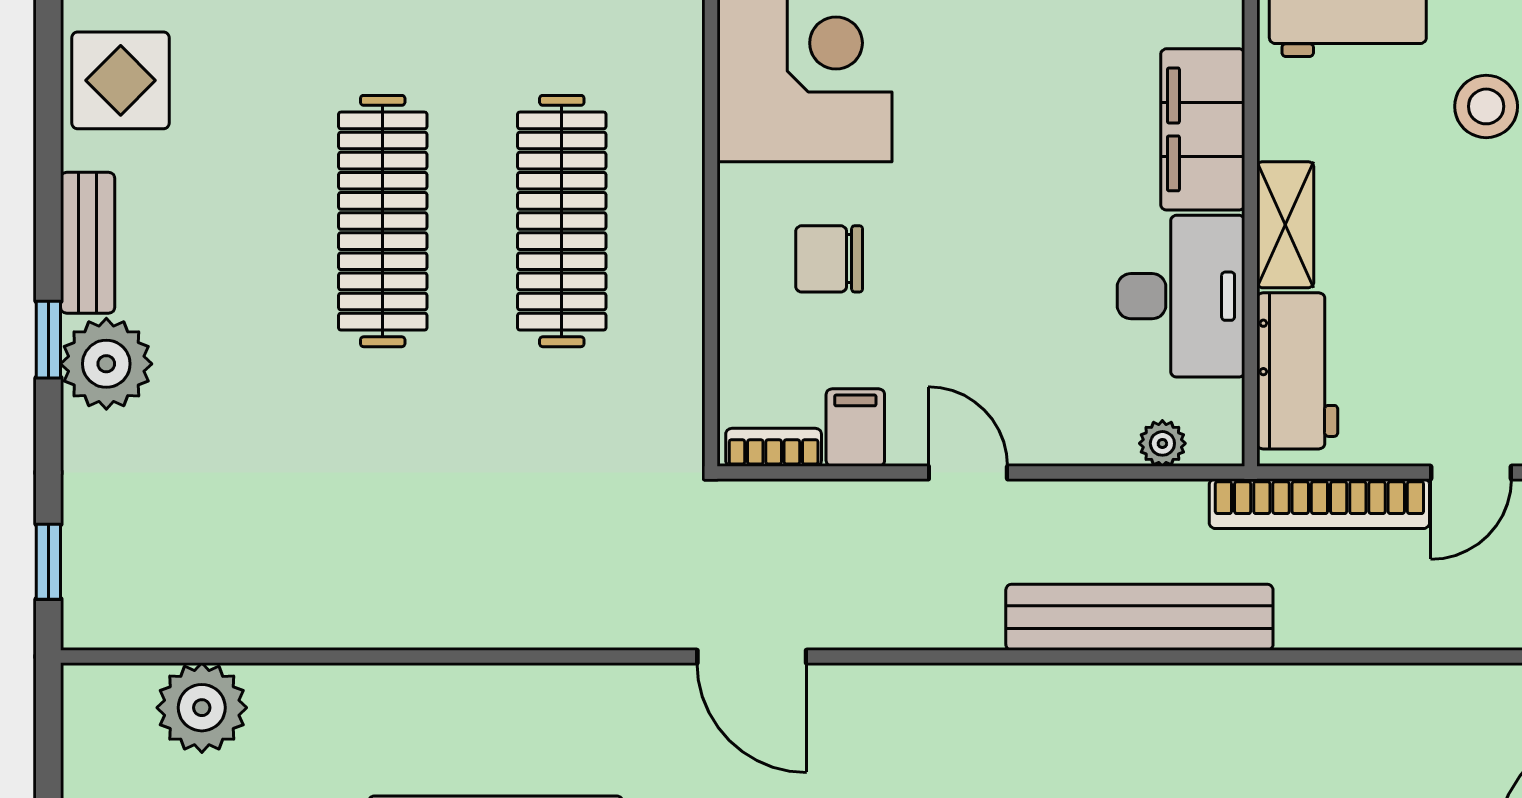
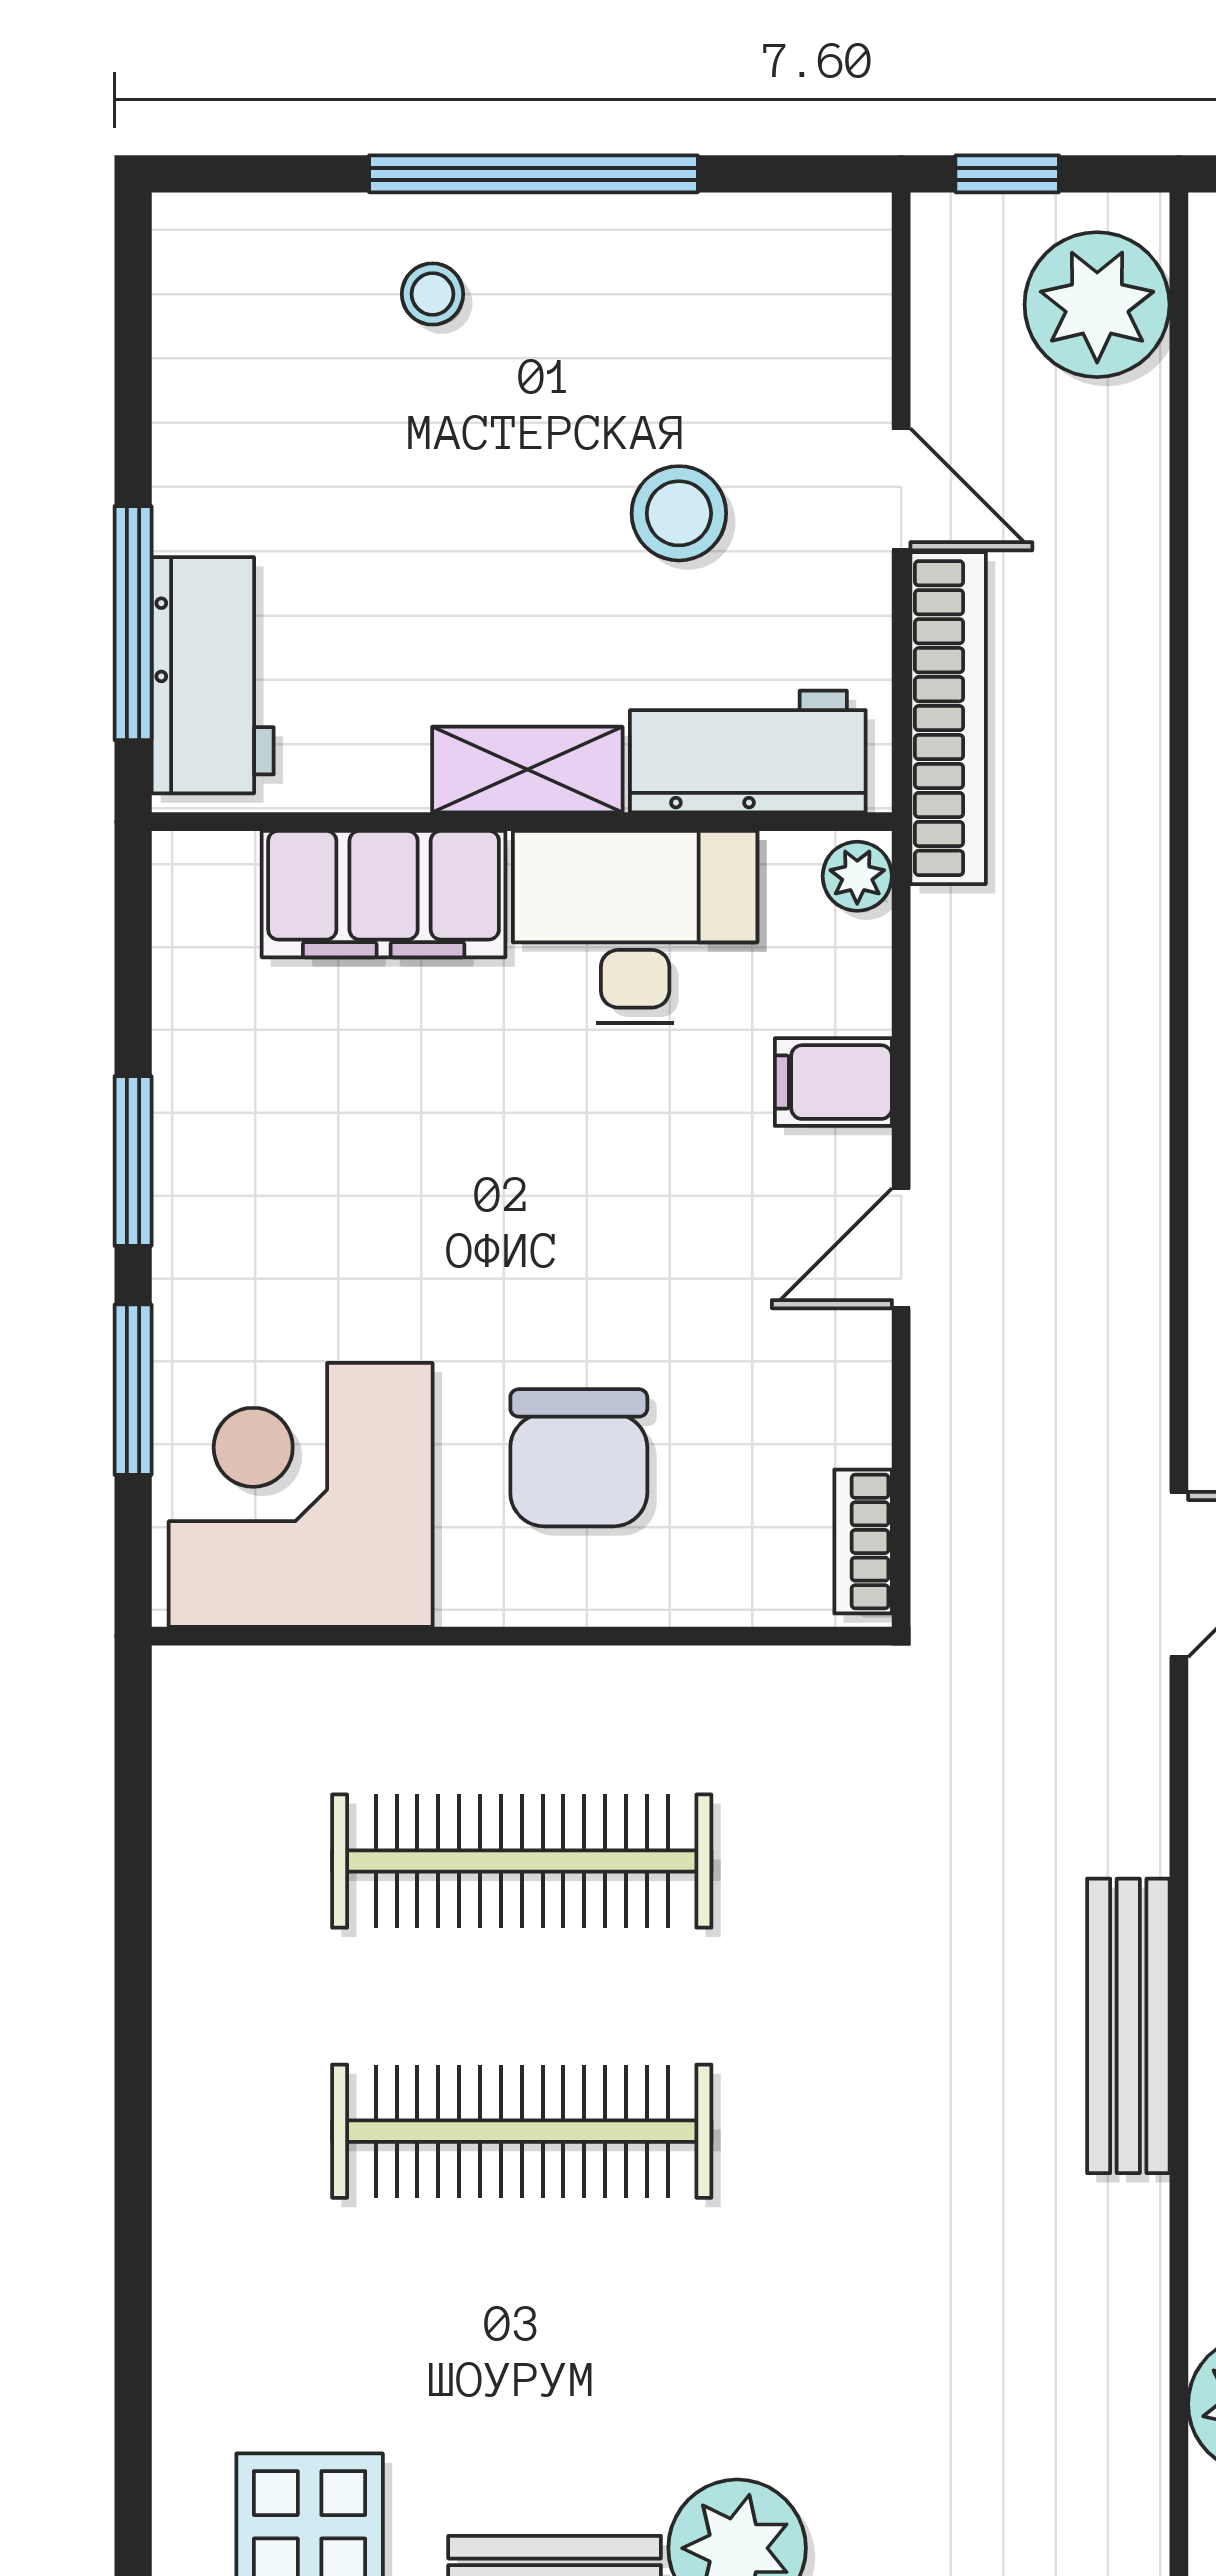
stool: (1486, 106) -> (679, 513), moved
chair: (829, 259) -> (579, 1458), width x1.37, depth x1.37
filing cabinet: (855, 428) -> (833, 1082), moved
plant: (1162, 443) -> (857, 876), moved
bench: (1139, 617) -> (1128, 2026), moved, width x0.73, depth x0.82

